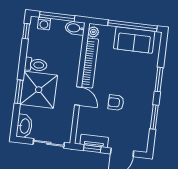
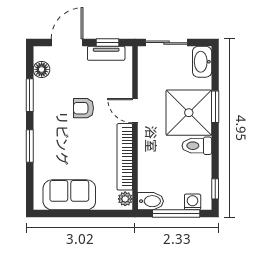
window: (132, 26) -> (74, 214), removed
armchair: (116, 103) -> (83, 108), turned 180
floor lamp: (143, 135) -> (42, 69), added

